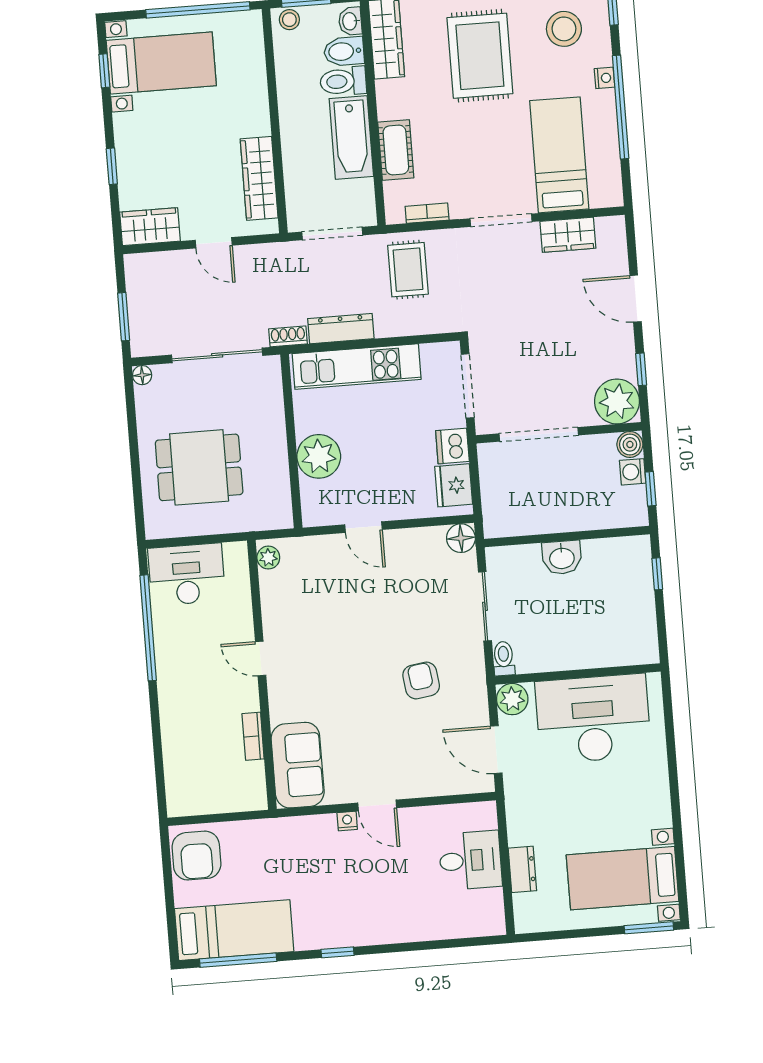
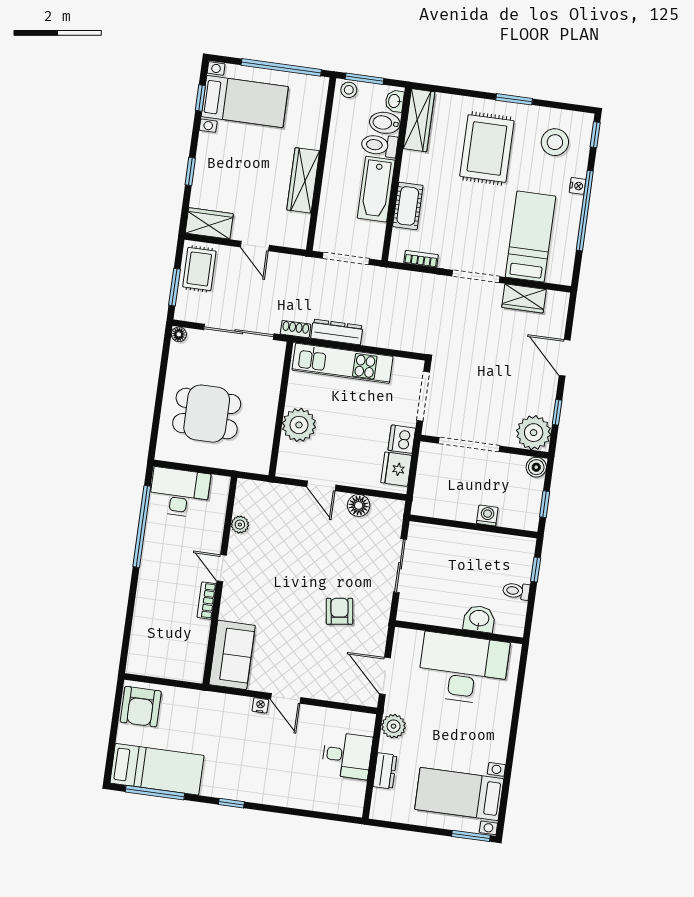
wardrobe: (259, 178) -> (303, 180), moved
rug: (408, 270) -> (199, 269), moved
washing machine: (633, 472) -> (487, 515), moved, turned 90
floor lamp: (461, 538) -> (359, 505), moved
washbasin: (562, 557) -> (479, 619), moved, turned 180
plant: (268, 558) -> (240, 525), moved
toilet: (504, 659) -> (516, 591), moved, turned -90
plant: (512, 699) -> (394, 726), moved
bookcase: (253, 736) -> (207, 601), moved

